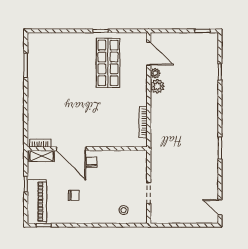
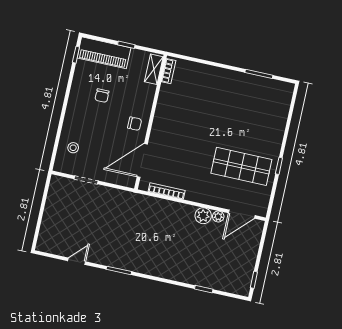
door: (71, 149) -> (142, 160), moved
door: (220, 207) -> (77, 261), moved

